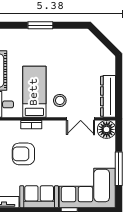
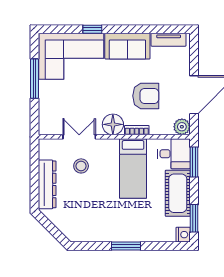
dresser: (108, 96) -> (47, 184), moved
stool: (60, 100) -> (81, 166), moved
floor lamp: (107, 129) -> (113, 124), moved

